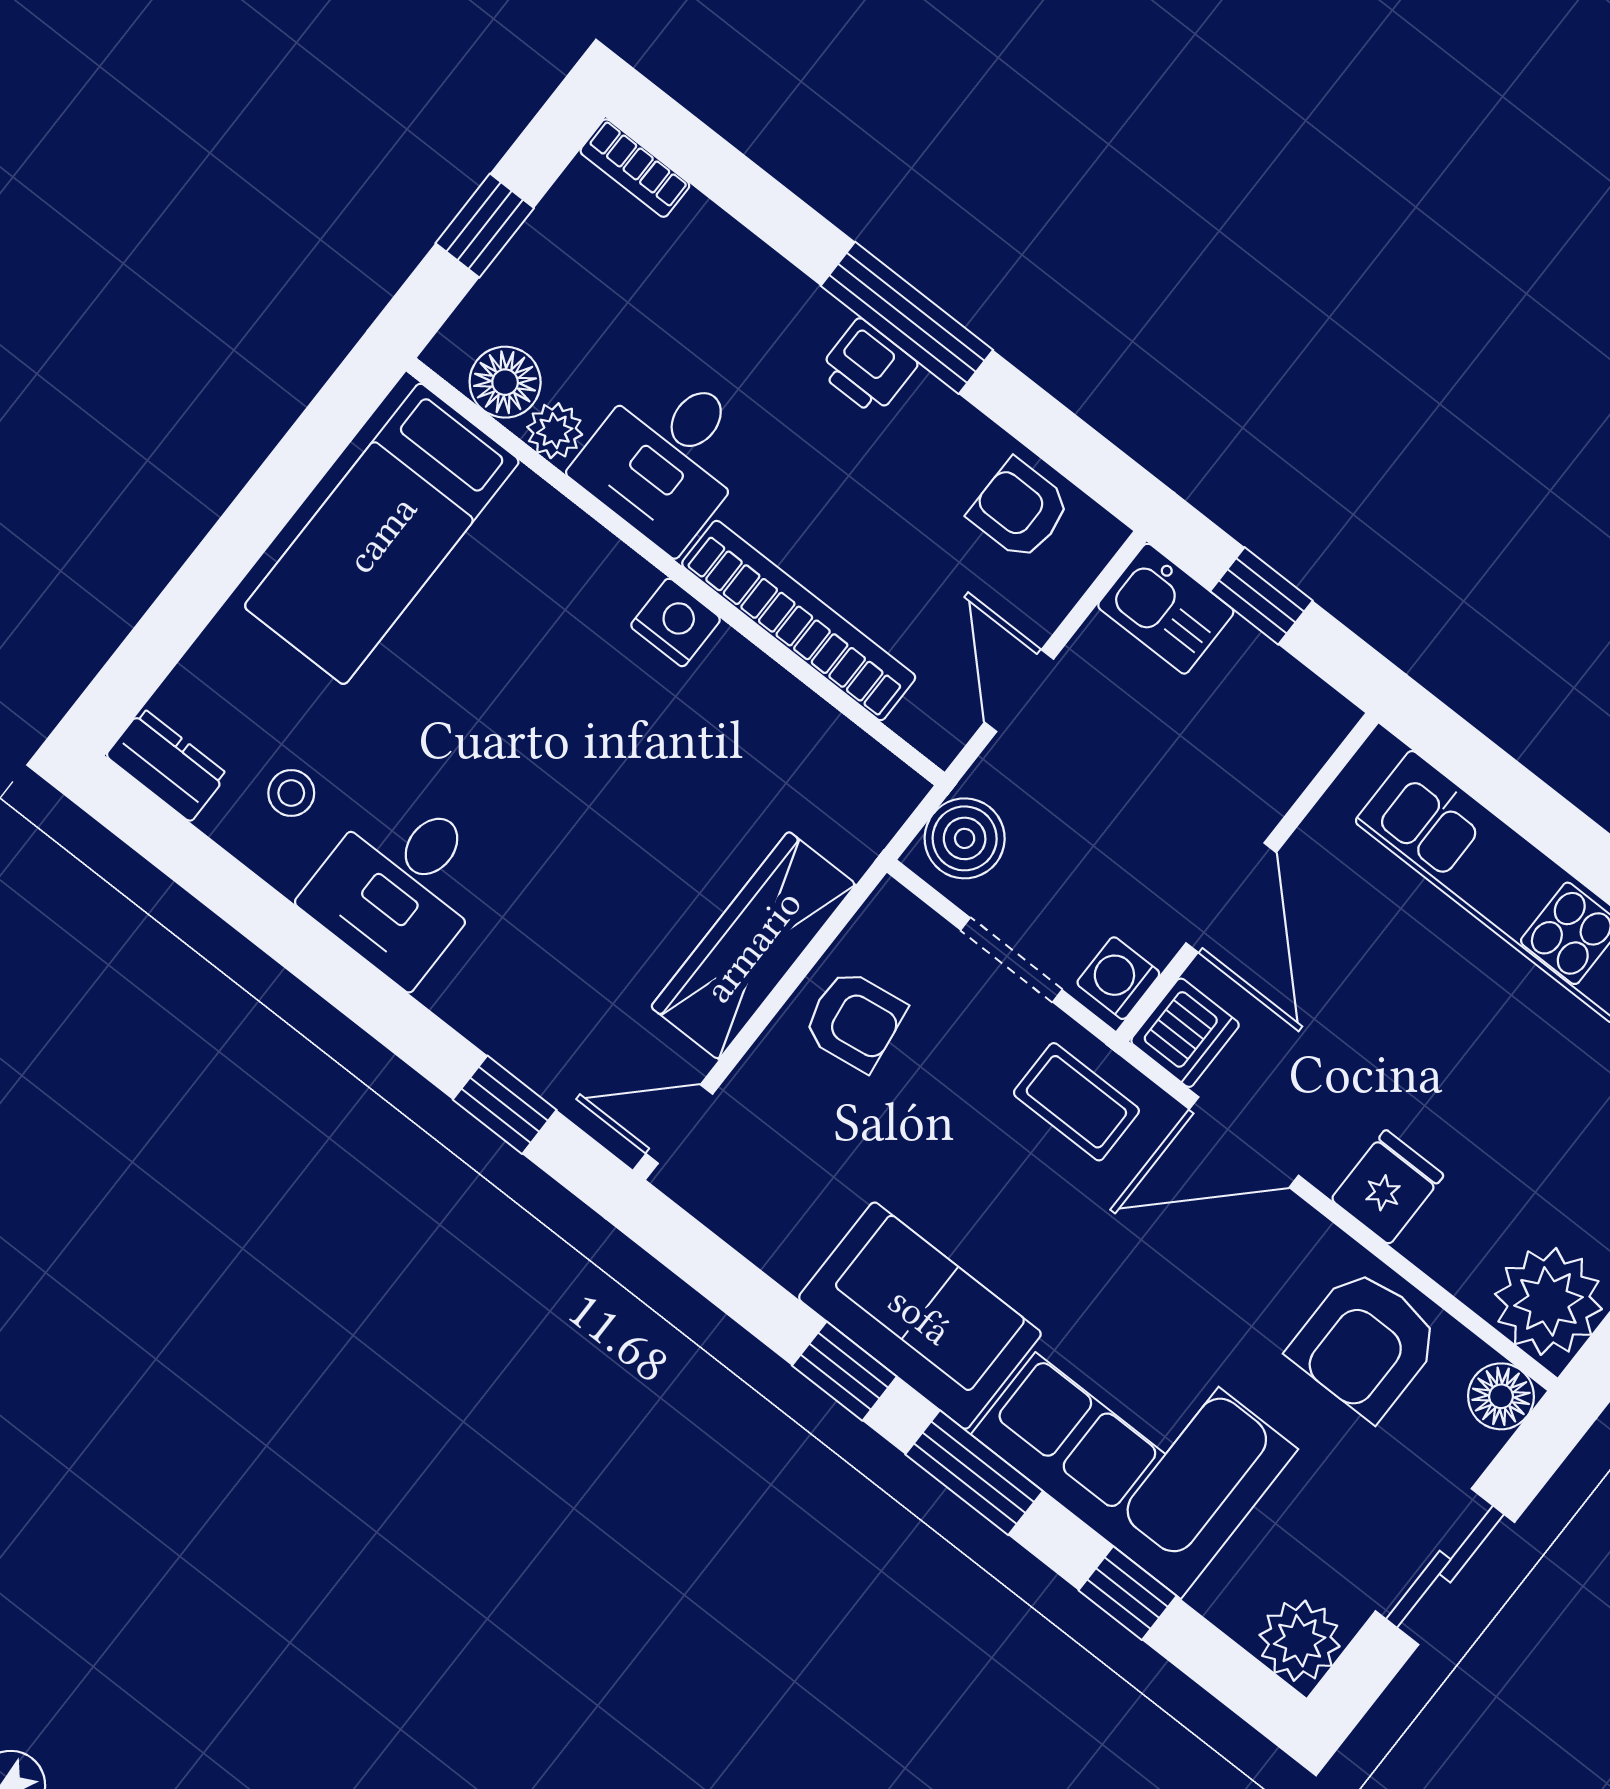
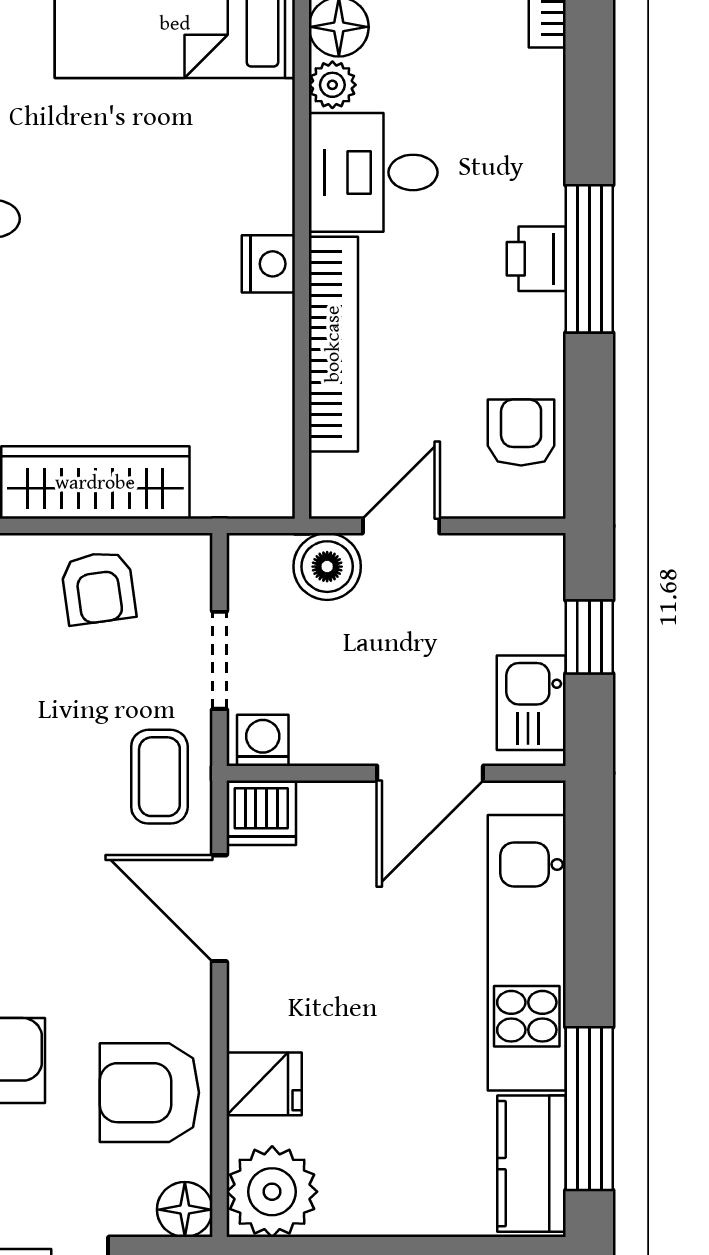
kitchen sink: (1166, 609) -> (531, 703), moved
boiler: (965, 838) -> (327, 567), moved
door: (1231, 898) -> (430, 773), moved
fridge: (1387, 1187) -> (264, 1084), moved

